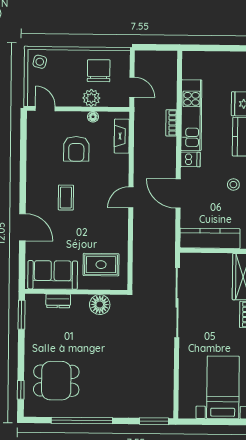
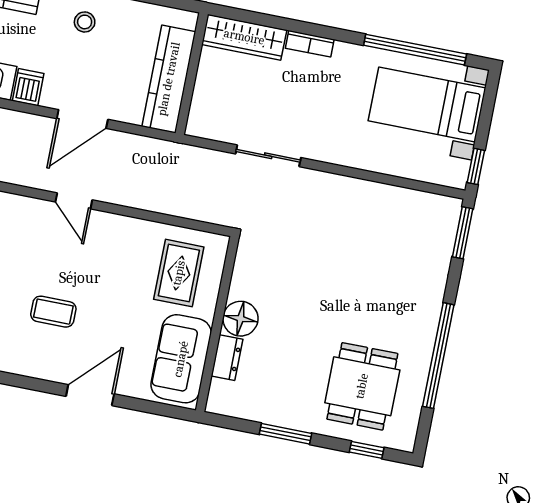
sliding door: (177, 303) -> (268, 156), width x0.54
floor lamp: (100, 305) -> (240, 319), moved
window: (22, 315) -> (286, 434), moved
window: (193, 422) -> (476, 166), added

